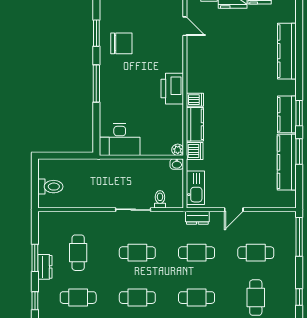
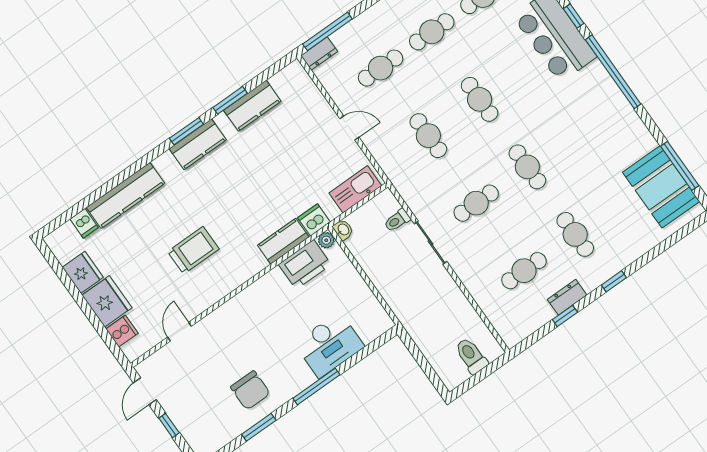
chair: (121, 43) -> (250, 390), turned 180
trolley: (227, 68) -> (193, 250), added
printer: (172, 89) -> (305, 264), moved
dishwasher: (195, 100) -> (84, 223), moved, turned 180
desk: (120, 140) -> (329, 345), moved, turned 90
kitchen counter: (287, 162) -> (252, 106), width x0.67
dresser: (197, 218) -> (319, 54), moved, turned 90
cafe table: (137, 253) -> (476, 203), turned 90
cafe table: (256, 253) -> (381, 68), turned 90
window: (35, 258) -> (565, 316), width x0.67

